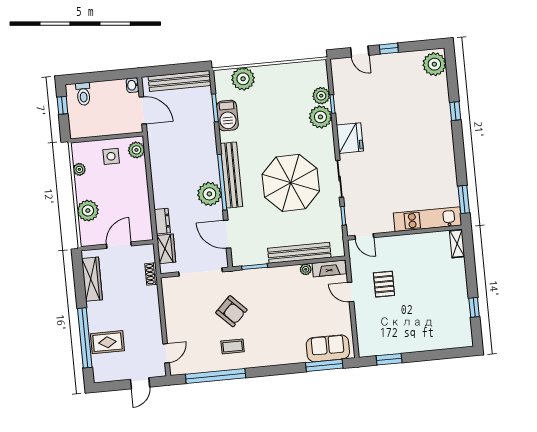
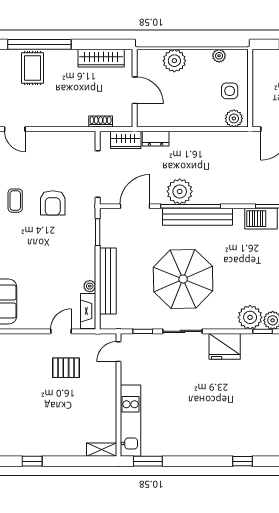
armchair: (231, 311) -> (53, 203), turned -45

